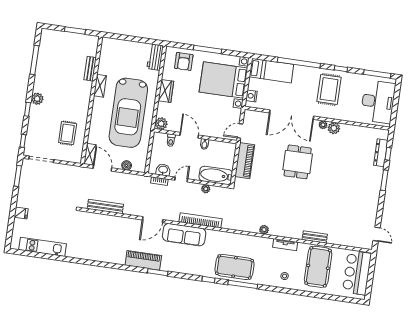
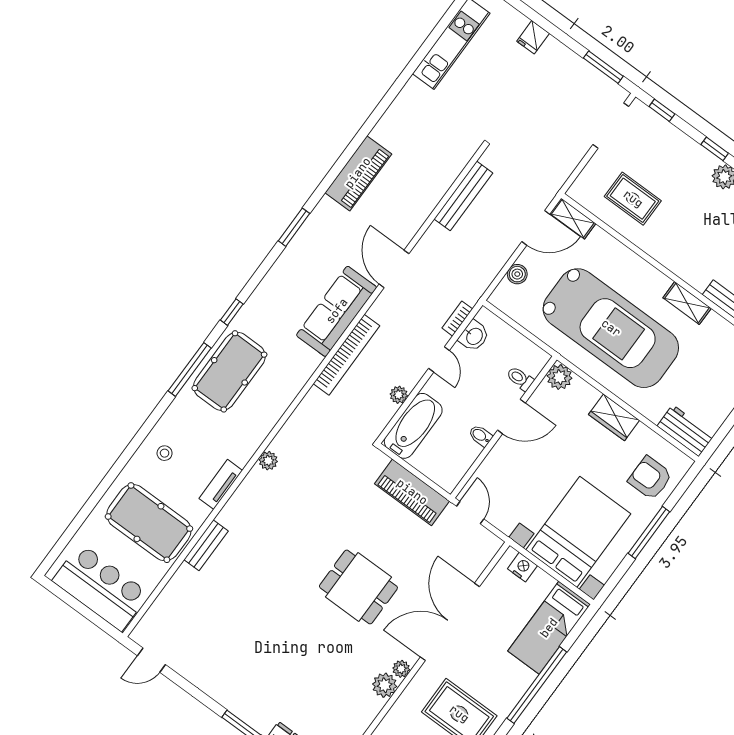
car: (128, 113) -> (611, 328), turned 180
piano: (143, 260) -> (358, 173), moved

